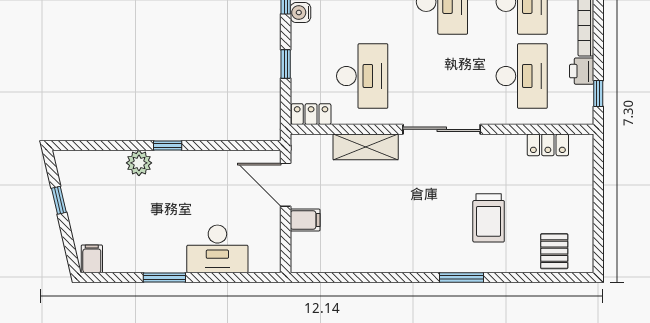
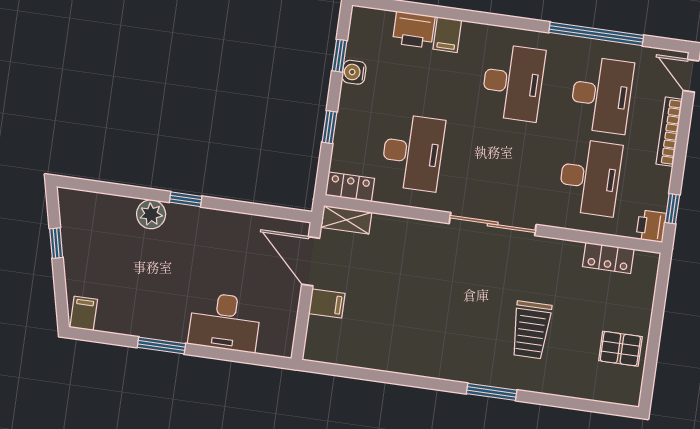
printer: (582, 71) -> (651, 226), moved
shelving: (366, 147) -> (346, 220), moved, width x0.67, depth x0.75
pallet: (554, 251) -> (620, 349), moved, turned 90

